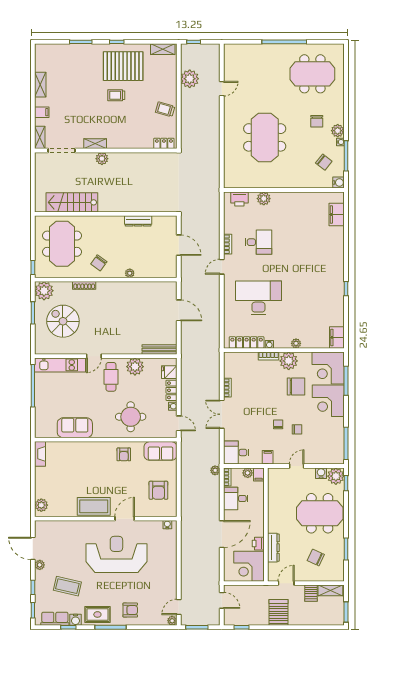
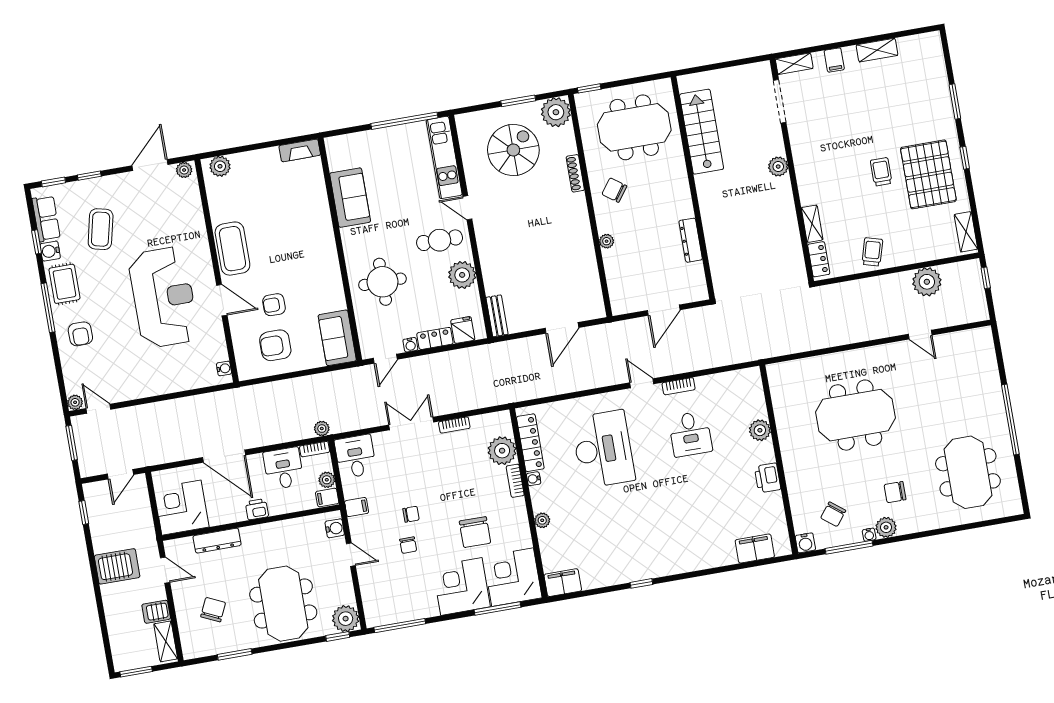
shelving: (95, 144) -> (812, 224), moved
printer: (239, 199) -> (768, 478), moved
bench: (160, 349) -> (497, 316), width x0.73
plant: (289, 361) -> (502, 451), moved
armchair: (124, 454) -> (274, 305), moved
water cooler: (321, 473) -> (335, 528), moved
printer: (258, 544) -> (257, 509), moved
plant: (40, 565) -> (184, 170), moved

